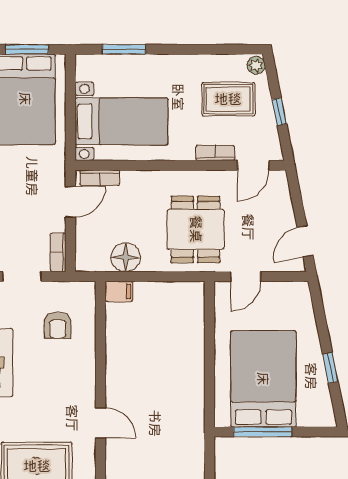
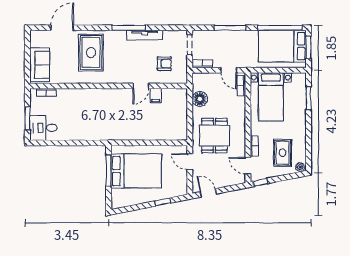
window: (279, 112) -> (260, 182), moved
dining table: (196, 229) -> (214, 136), turned 90
filing cabinet: (119, 291) -> (156, 96), moved
armchair: (58, 325) -> (164, 64), turned 180
window: (330, 368) -> (163, 202), moved
door: (101, 423) -> (141, 86), moved

